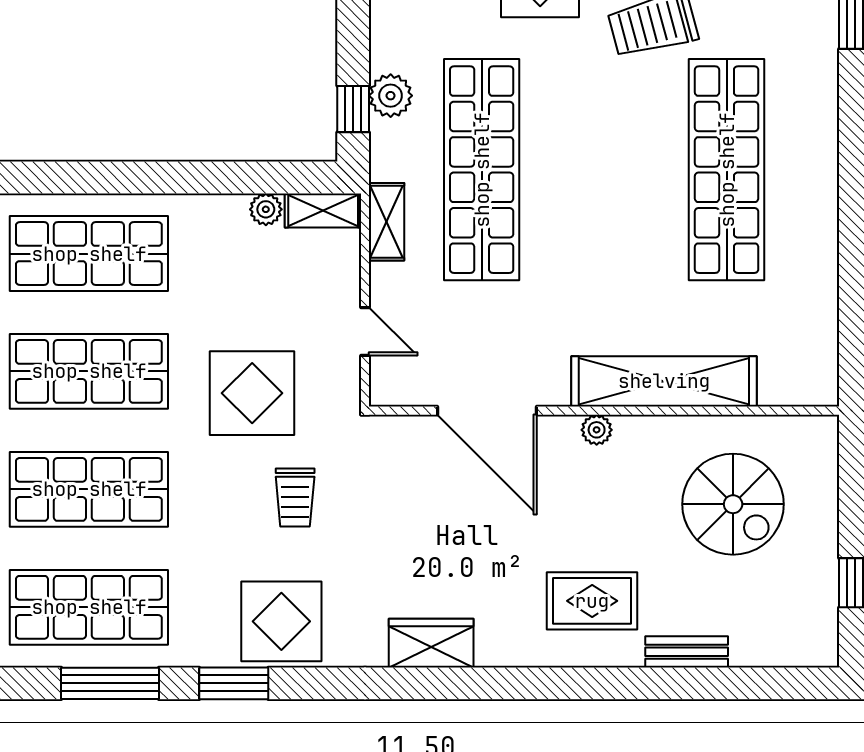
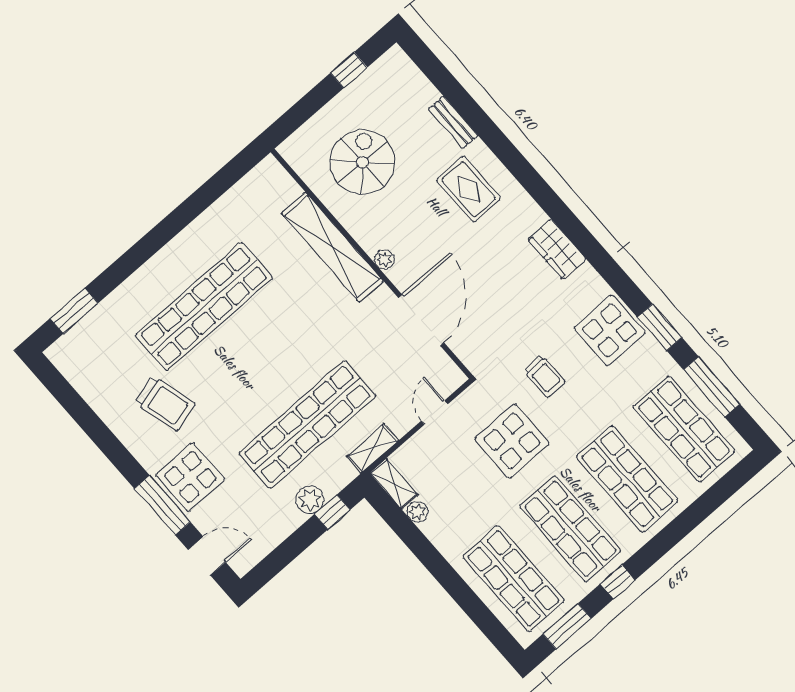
trolley: (295, 498) -> (544, 376), turned 88

